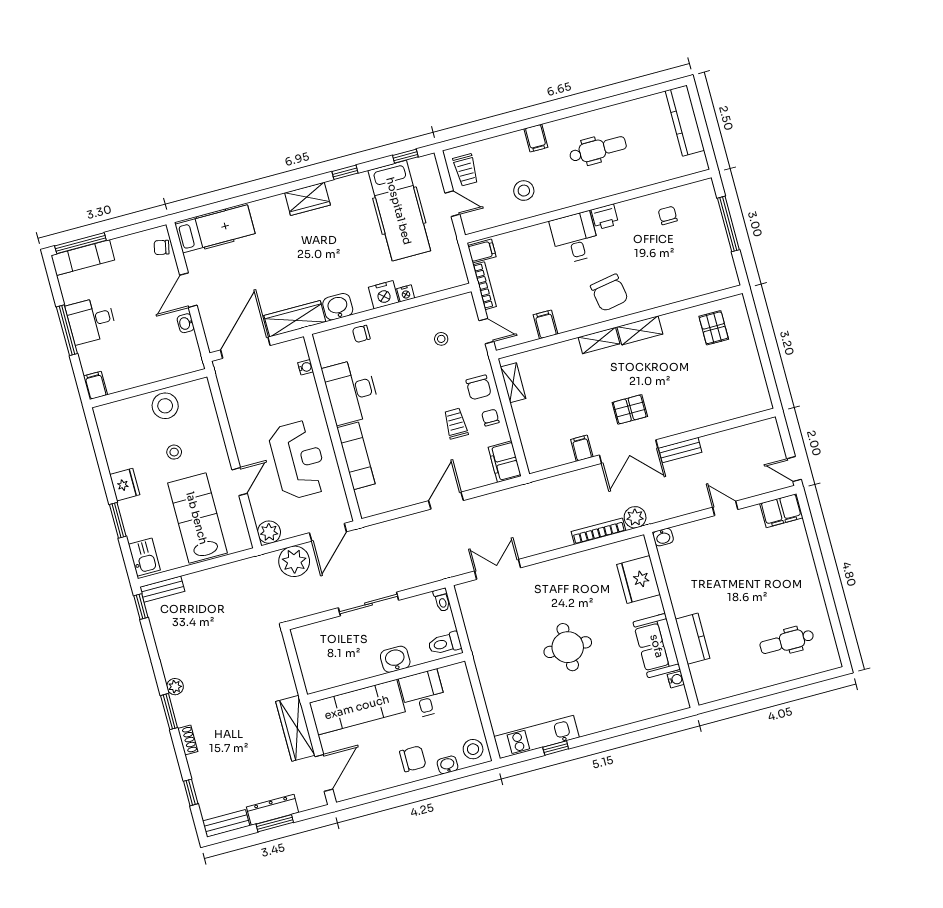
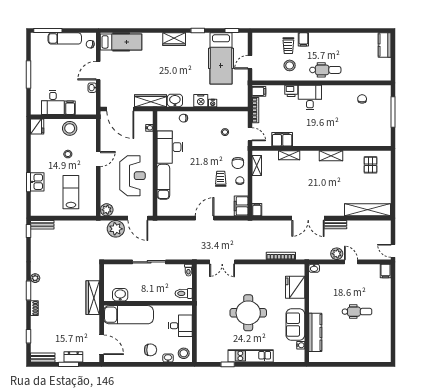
kitchen counter: (685, 121) -> (385, 45), width x0.67
dental chair: (598, 149) -> (325, 70), moved
trolley: (466, 170) -> (288, 46), moved
door: (452, 204) -> (250, 62), swing flipped
printer: (605, 217) -> (291, 91), moved
exam couch: (83, 258) -> (65, 38), moved
chair: (609, 293) -> (320, 132), removed
desk: (91, 320) -> (53, 102), moved, turned -90
filing cabinet: (546, 324) -> (282, 139), width x2.00
shelving: (599, 340) -> (289, 155), moved
door: (245, 348) -> (120, 109), swing flipped
filing cabinet: (95, 385) -> (70, 108), moved
pallet: (630, 409) -> (315, 196), removed
shelving: (730, 409) -> (368, 210), added
filing cabinet: (582, 448) -> (257, 210), moved
door: (240, 482) -> (98, 159), moved
fridge: (125, 485) -> (37, 126), moved
filing cabinet: (781, 511) -> (386, 271), width x0.50
plant: (635, 517) -> (337, 254), moved
lab bench: (197, 518) -> (71, 192), width x0.73, depth x0.72
door: (328, 532) -> (138, 218), hinge flipped
kitchen sink: (144, 557) -> (37, 182), moved
double door: (498, 569) -> (222, 262), swing flipped
kitchen counter: (693, 639) -> (315, 332), width x1.50
dental chair: (787, 641) -> (357, 312), moved, turned 180
round table: (568, 647) -> (248, 313), width x1.36, depth x1.36
washbasin: (395, 659) -> (120, 295), moved
desk: (423, 694) -> (180, 326), moved, turned 90
wardrobe: (295, 728) -> (93, 298), moved
kitchen unit: (537, 737) -> (251, 356), moved
door: (324, 773) -> (102, 345), hinge flipped
dresser: (273, 810) -> (73, 357), width x0.70

